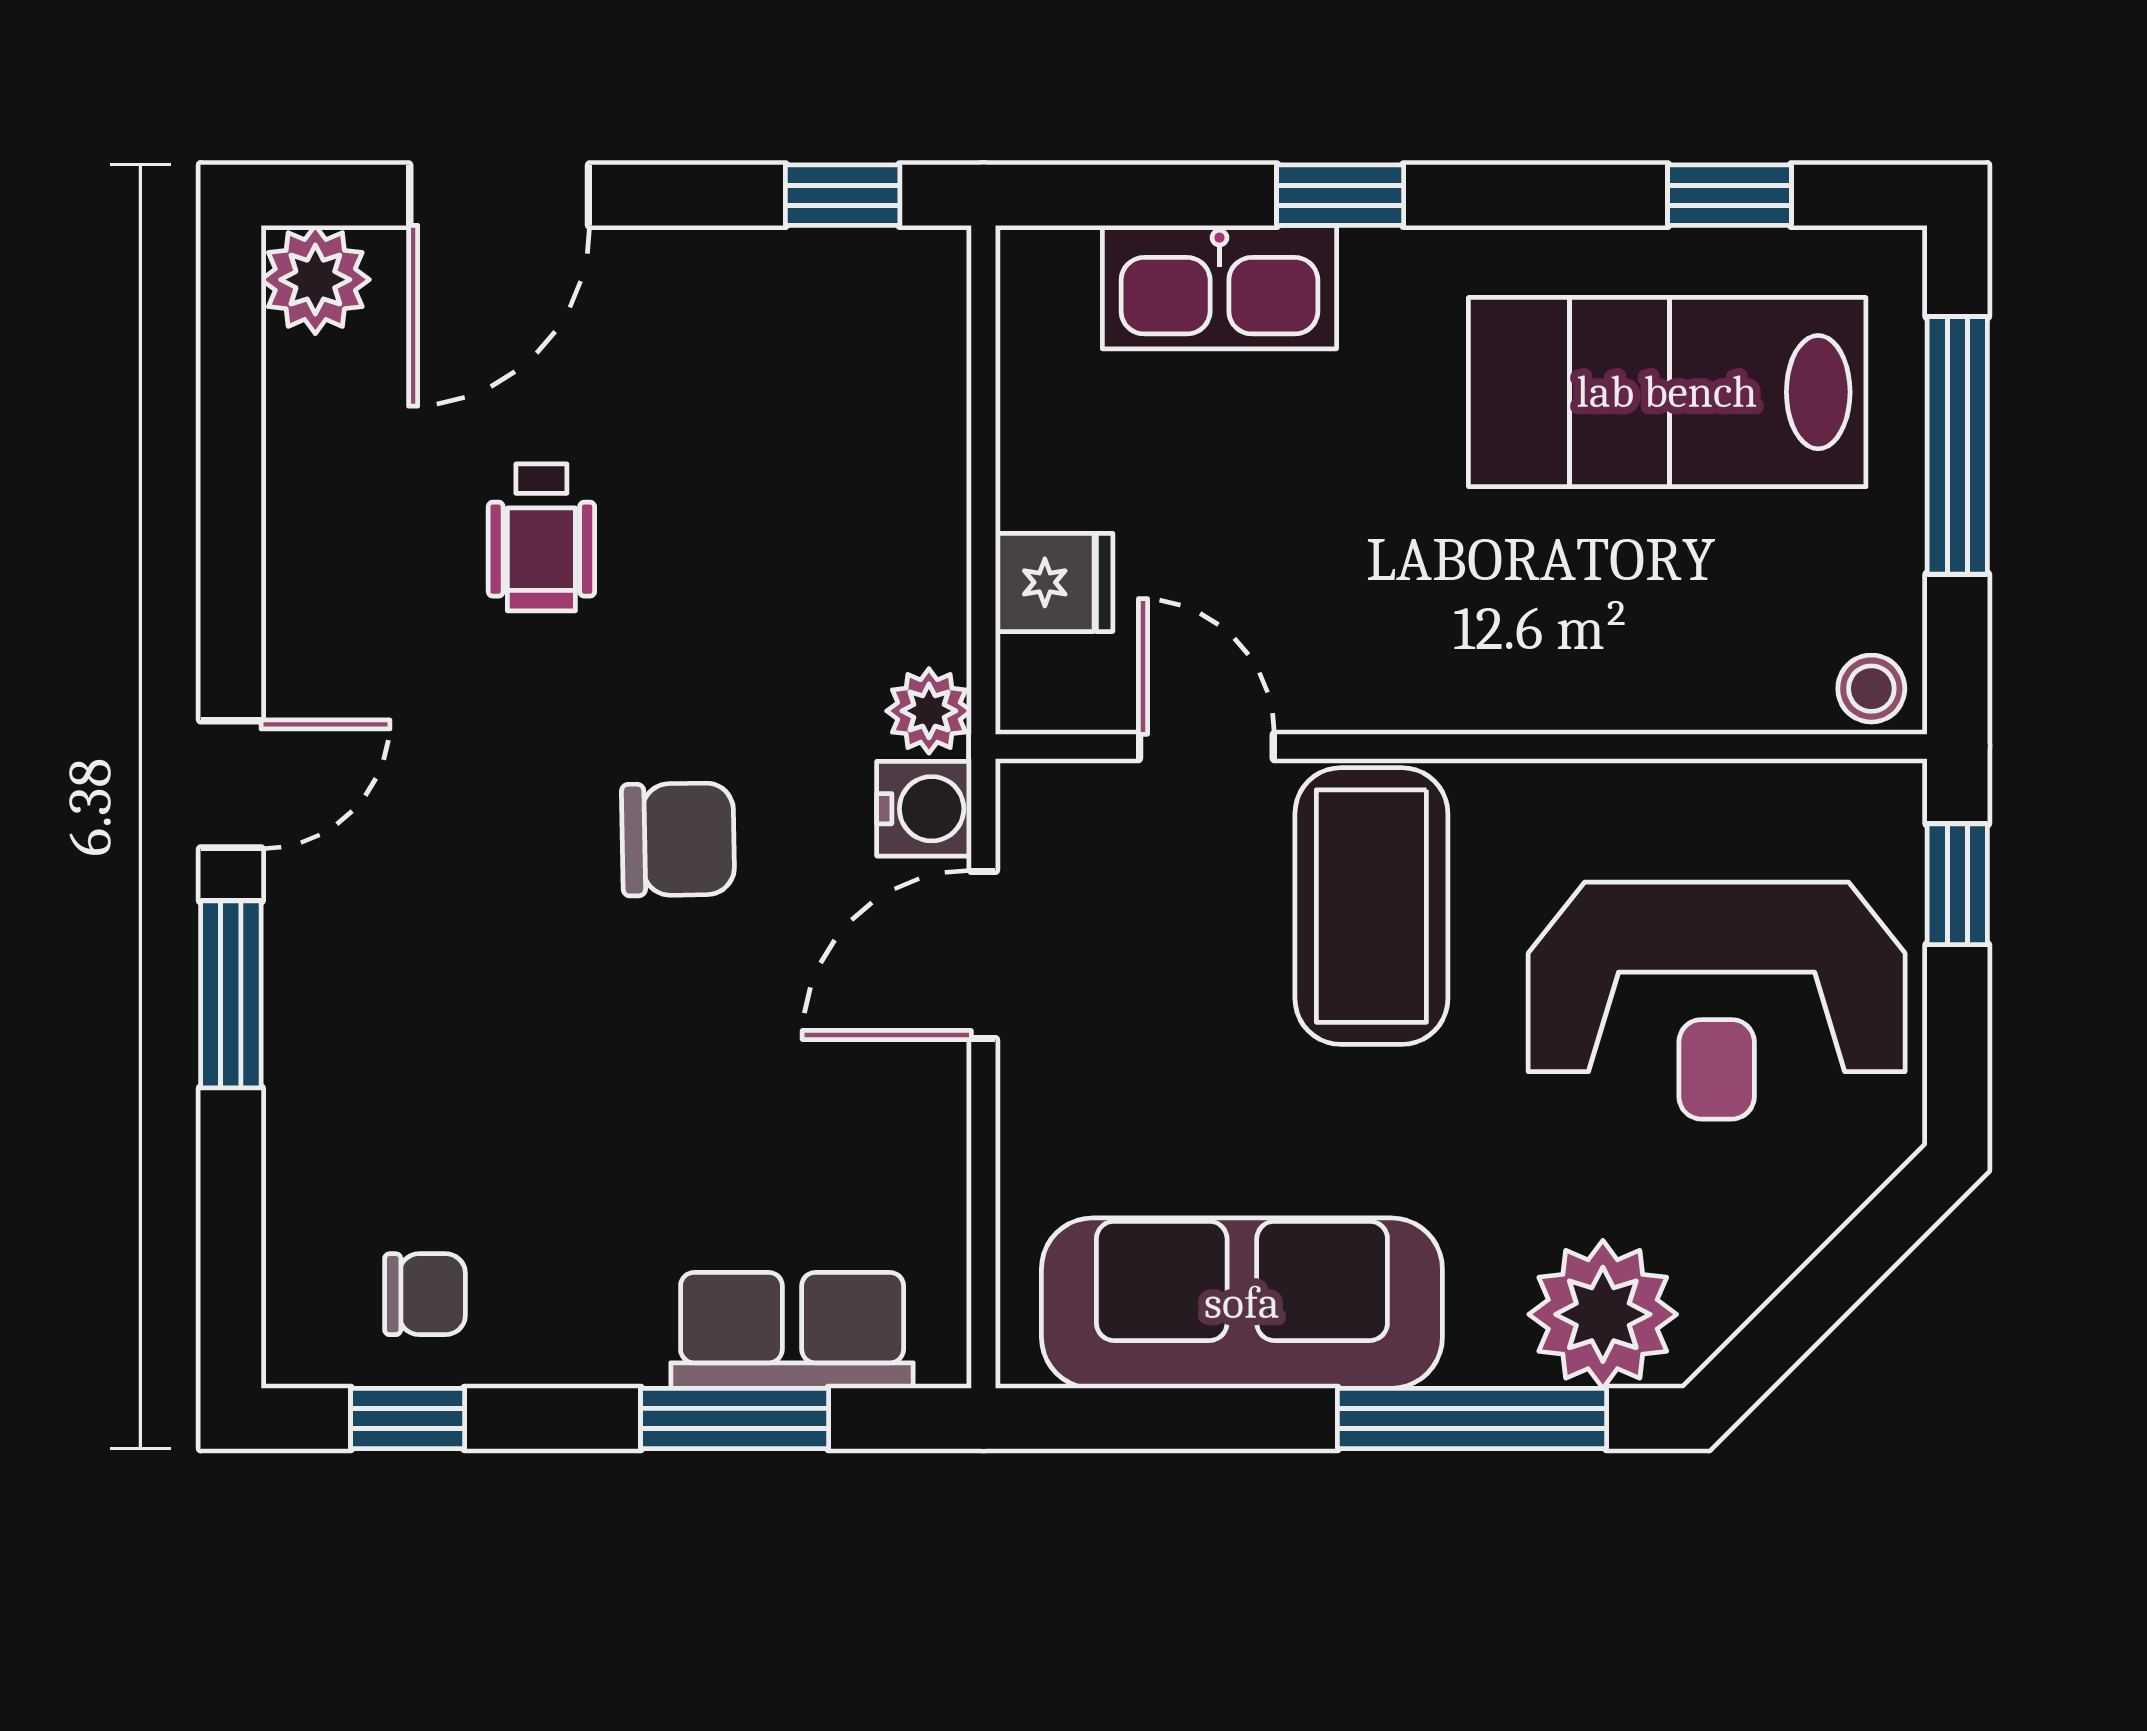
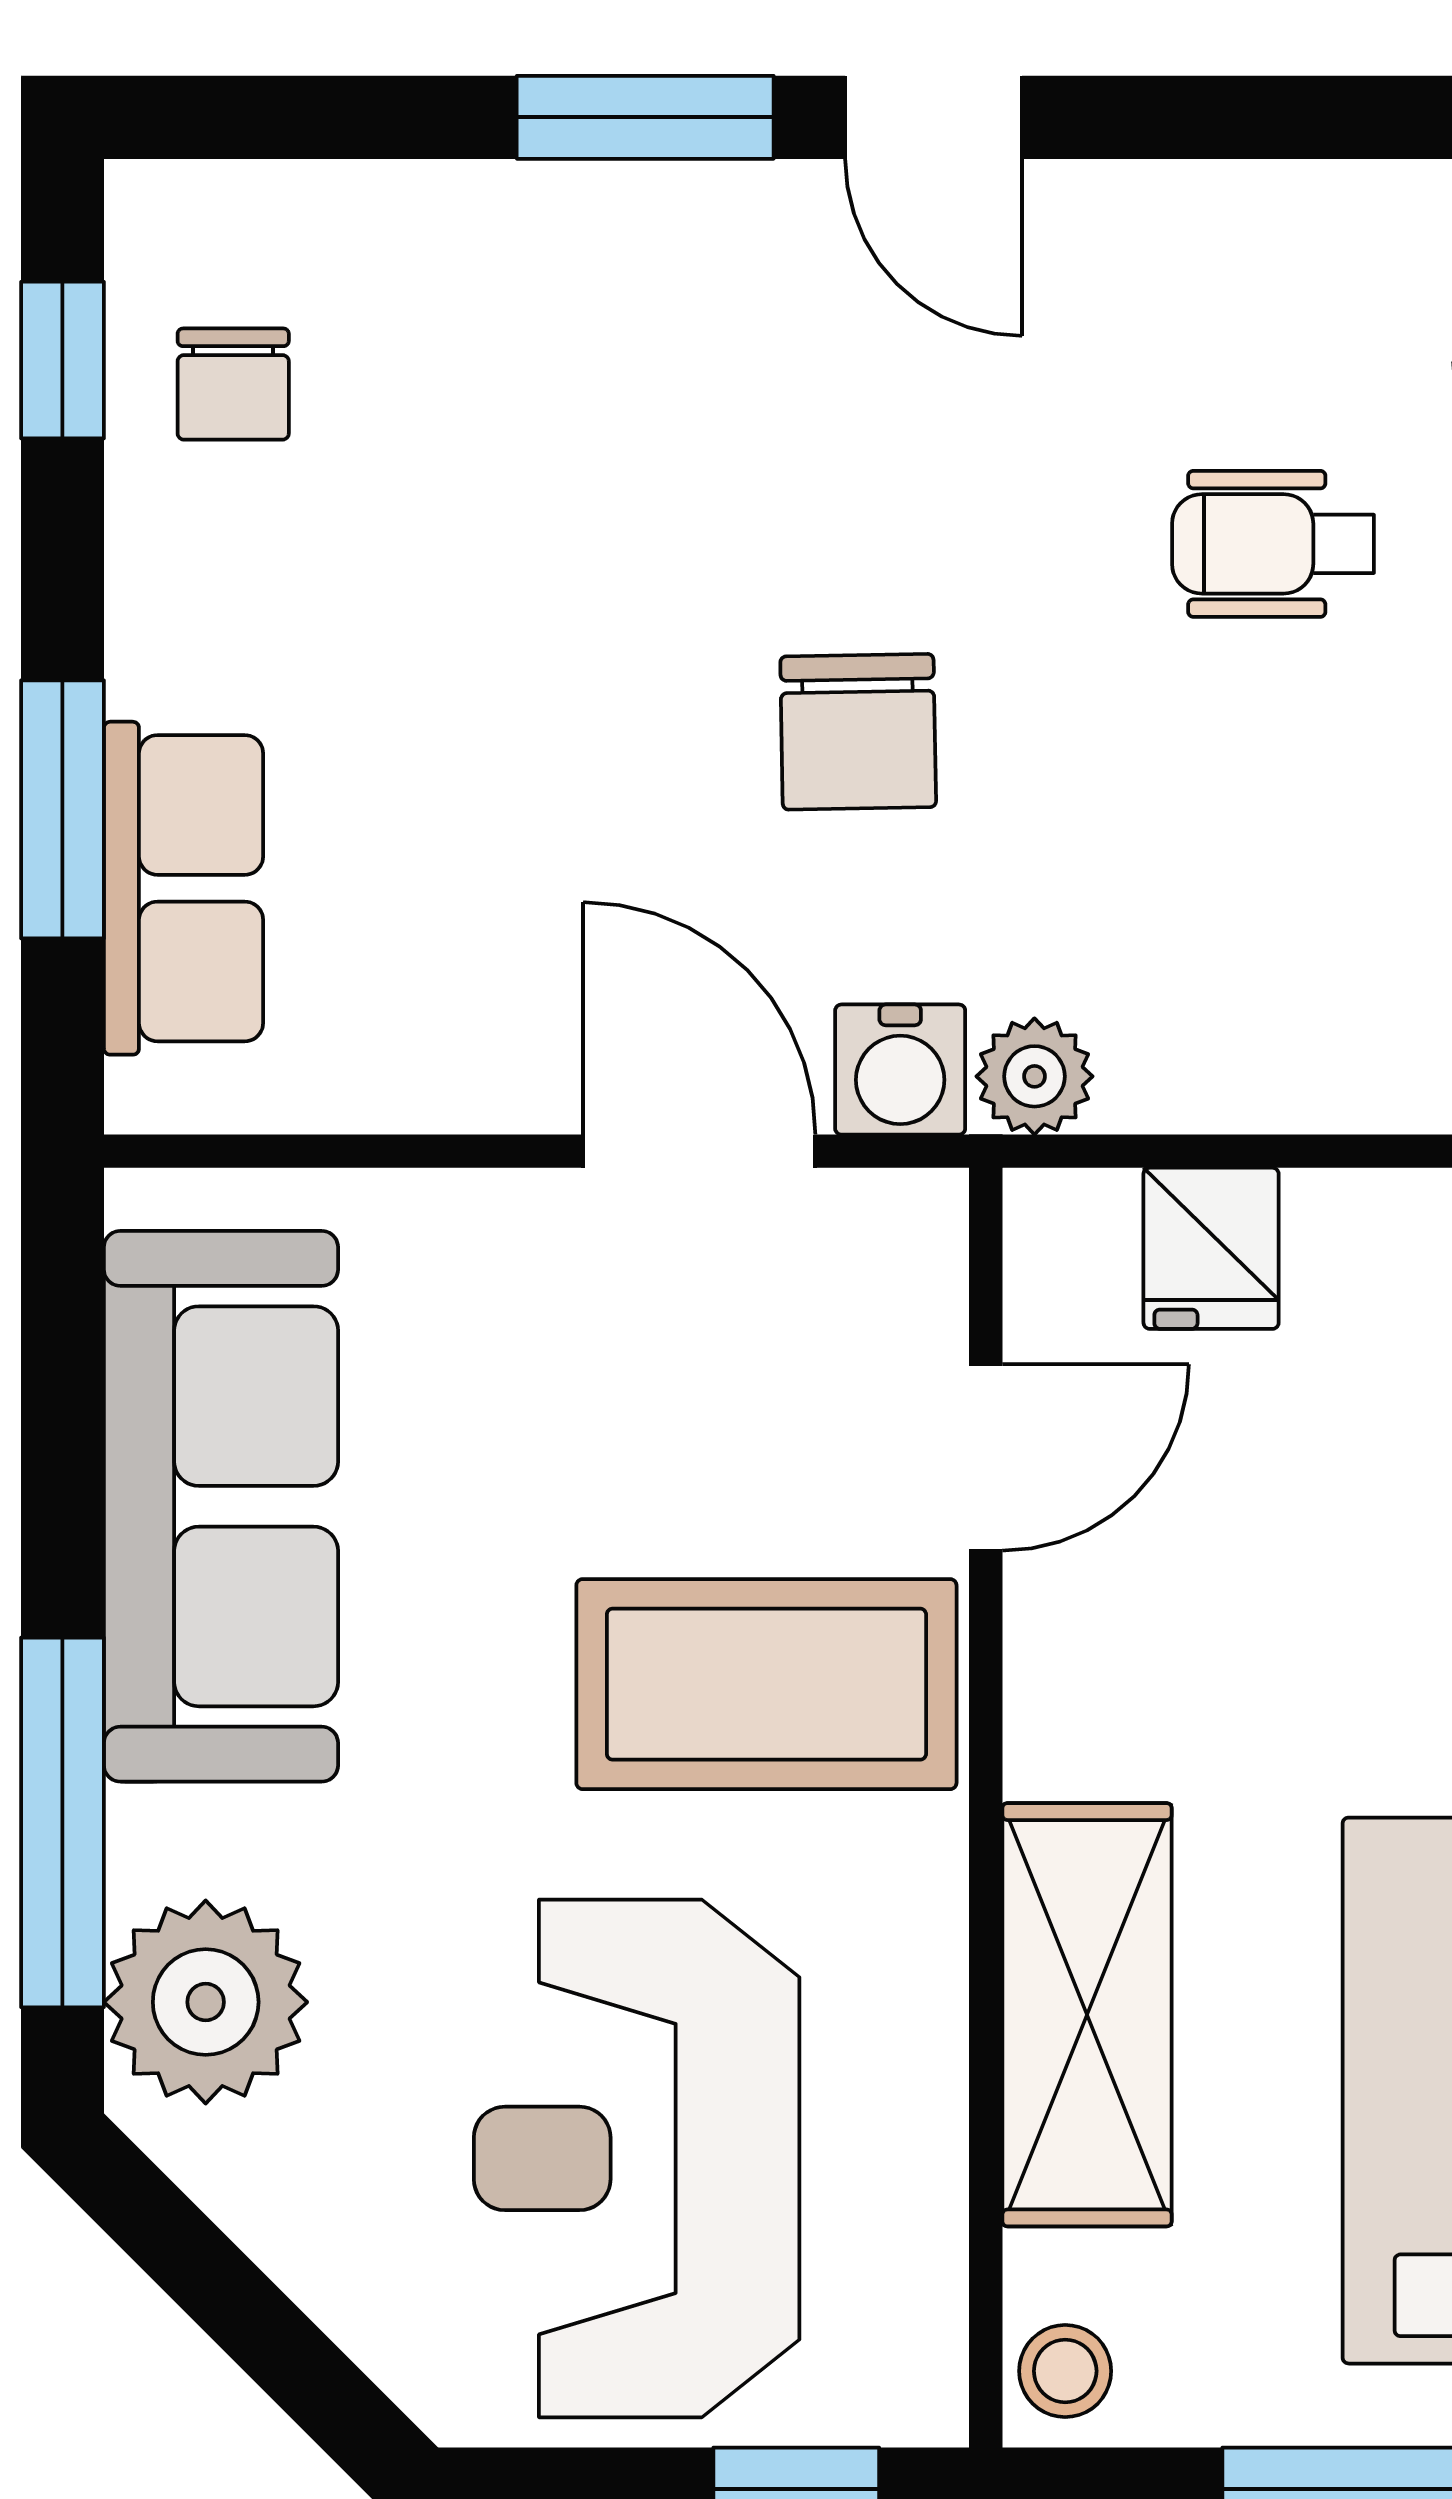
shelving: (1612, 673) -> (1087, 2015), added

